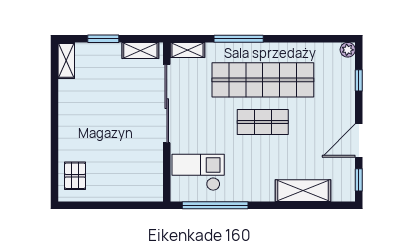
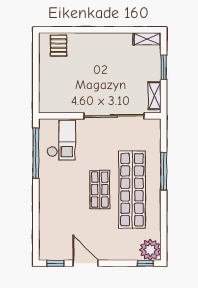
shelving: (187, 50) -> (155, 132), removed
plant: (348, 50) -> (150, 250), width x1.88, depth x1.88
window: (359, 80) -> (145, 263), moved
pallet: (75, 176) -> (59, 46), turned 90
shelving: (303, 191) -> (47, 221), removed

